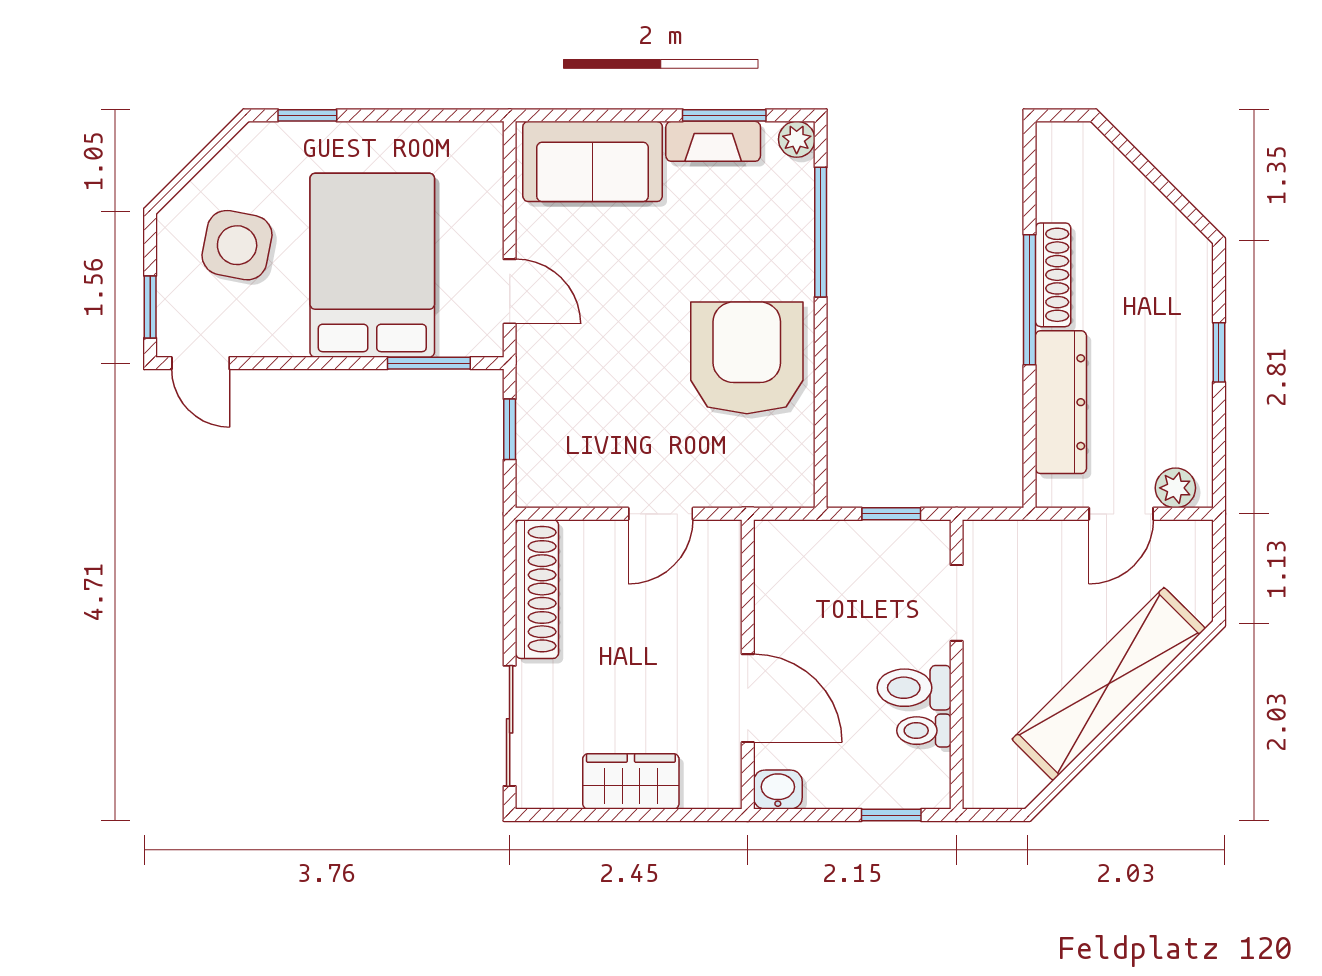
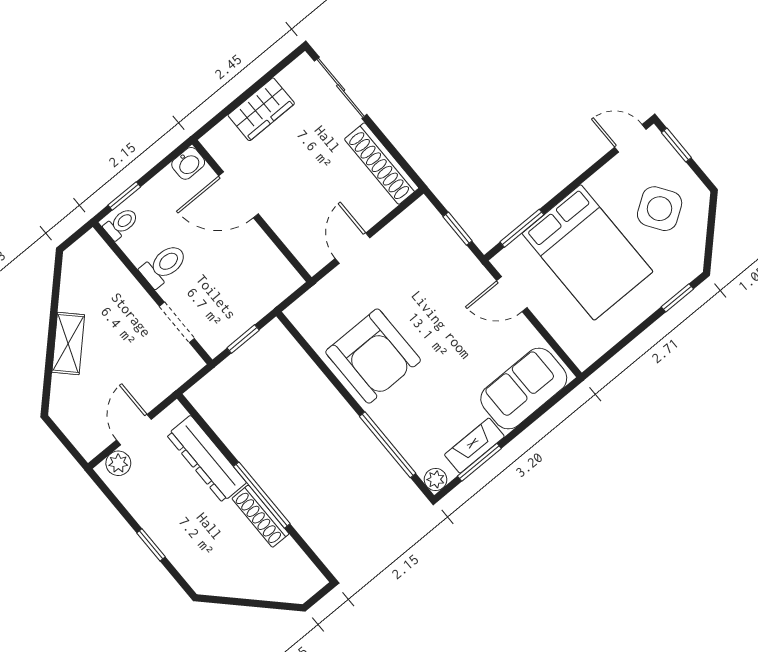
side table: (237, 245) -> (660, 209), turned 45
shelving: (1109, 684) -> (68, 343), width x0.45, depth x0.75
toilet: (924, 731) -> (121, 224), moved

